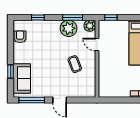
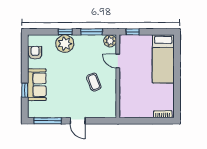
window: (38, 17) -> (65, 32), moved
plant: (69, 28) -> (65, 44), moved
sofa: (22, 78) -> (37, 85), moved

